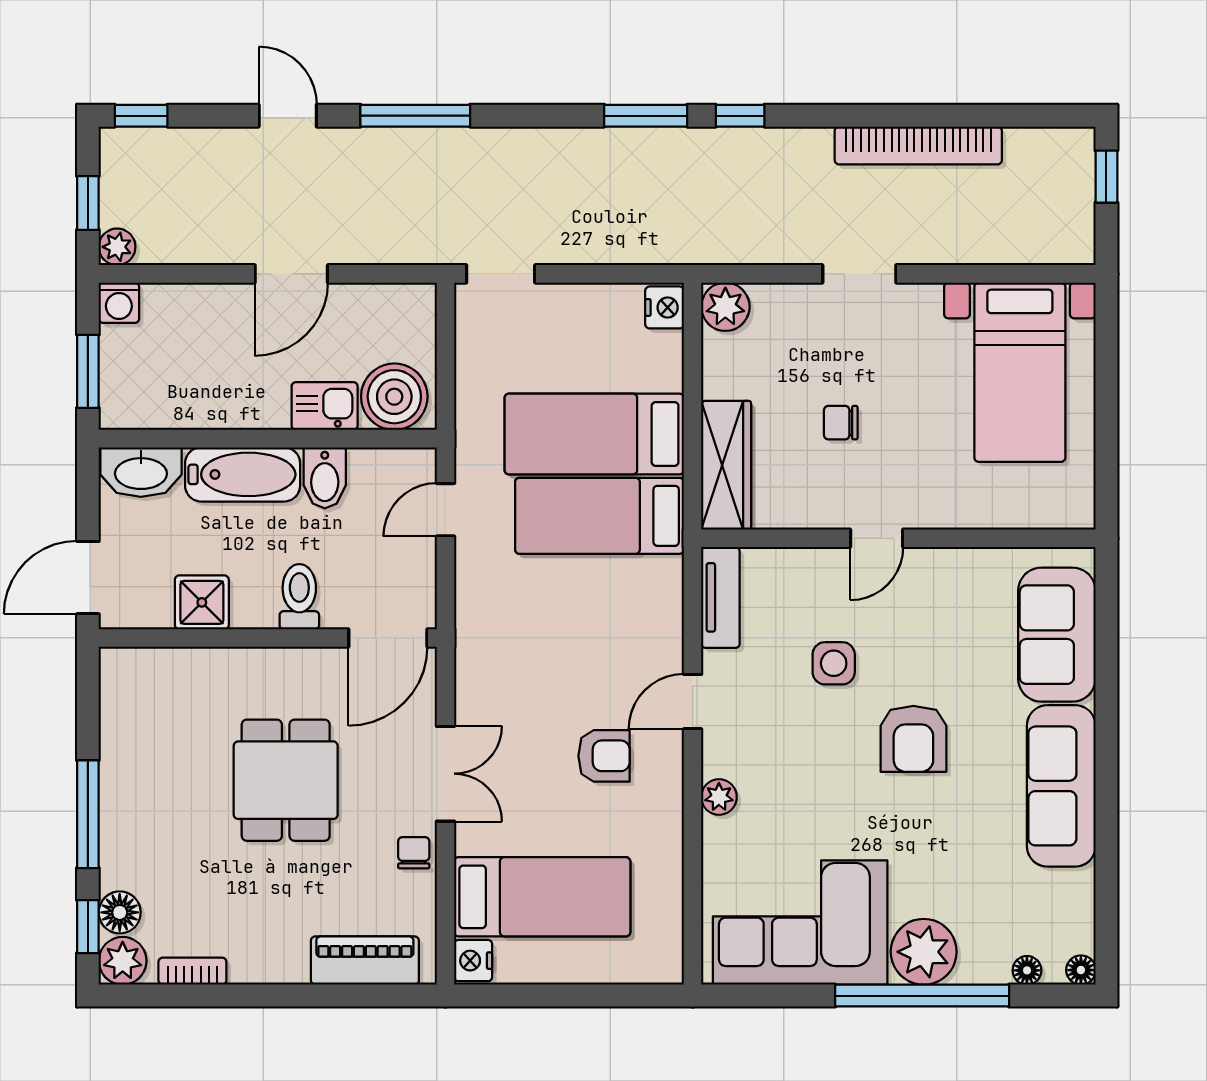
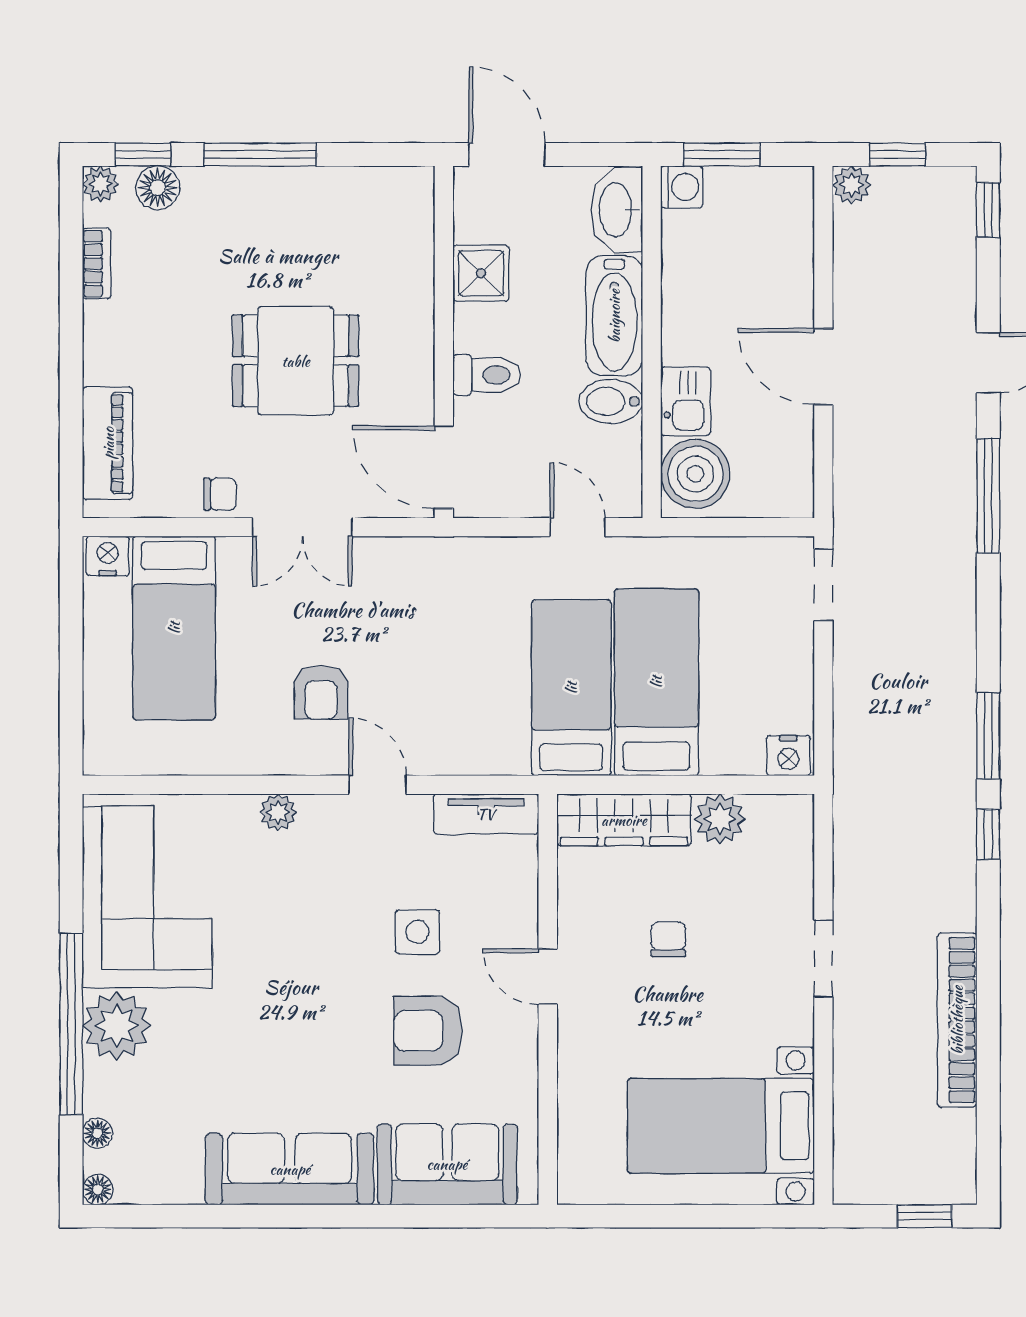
washing machine: (119, 303) -> (682, 187), moved, turned 180
plant: (725, 307) -> (720, 819), moved
armchair: (913, 739) -> (428, 1031), moved
plant: (123, 961) -> (101, 184), width x0.73, depth x0.73

